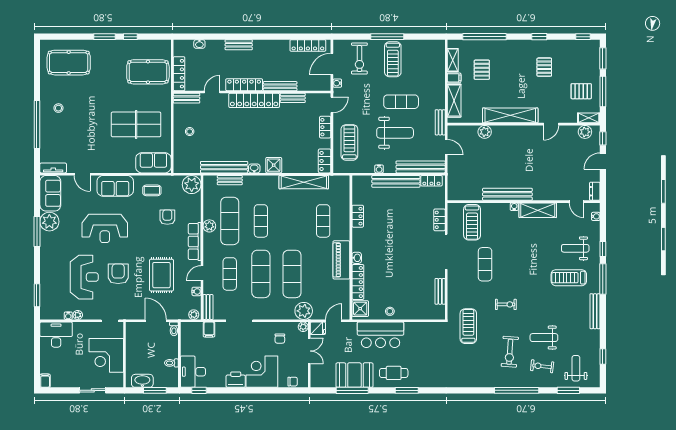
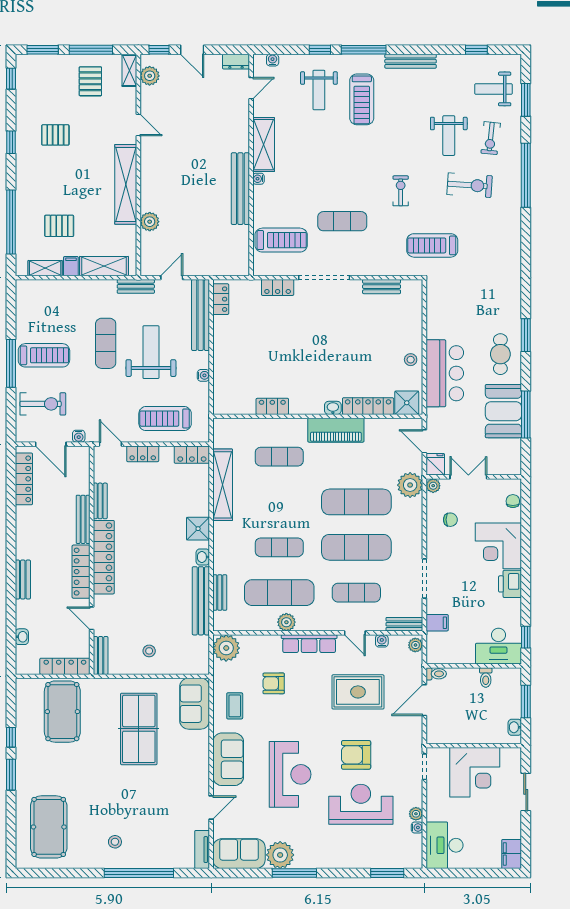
bench: (396, 181) -> (222, 351), removed
filing cabinet: (45, 381) -> (512, 854), width x2.00
washbasin: (142, 381) -> (515, 727), width x0.52, depth x0.69

